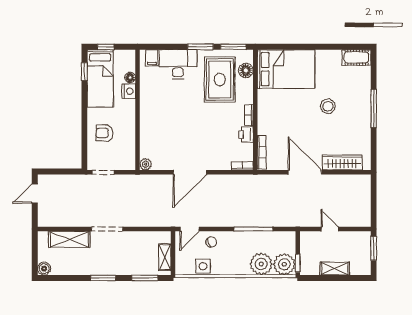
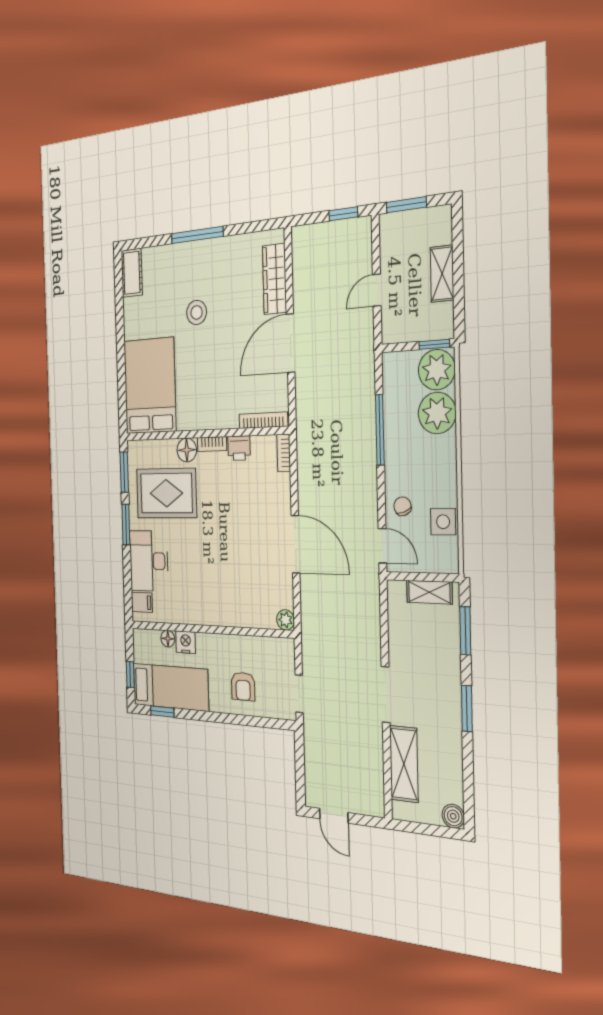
floor lamp: (246, 70) -> (187, 450), moved
window: (374, 209) -> (343, 214), added

